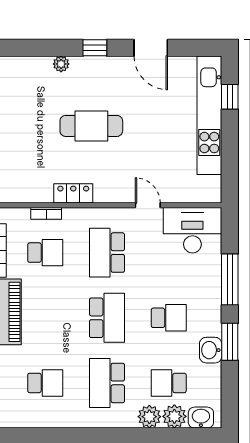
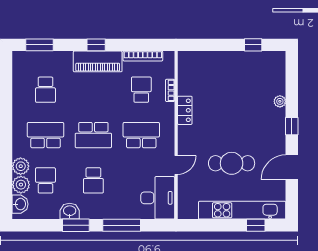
cafe table: (91, 126) -> (232, 163), moved, turned 90
school desk: (45, 253) -> (141, 90), turned 180

